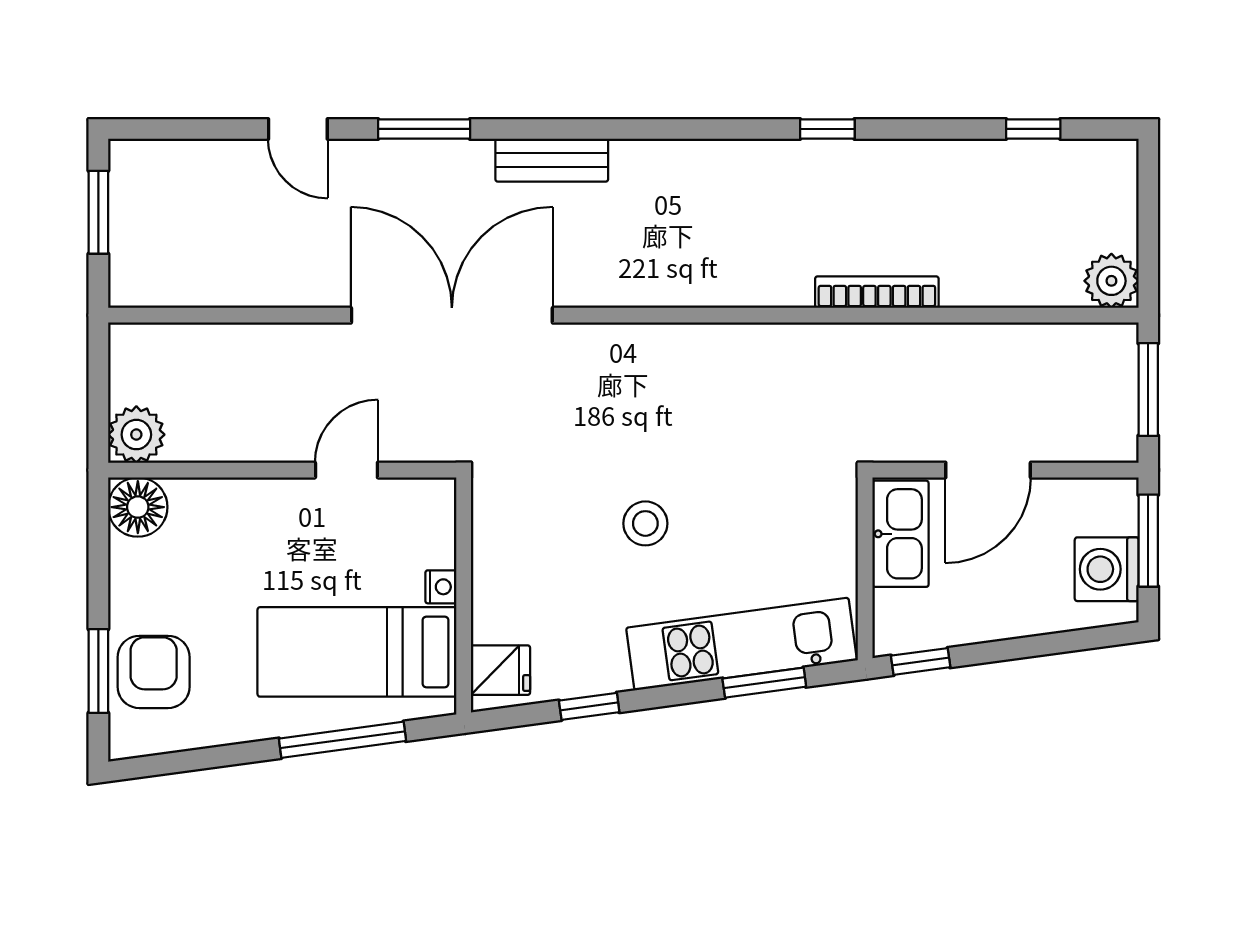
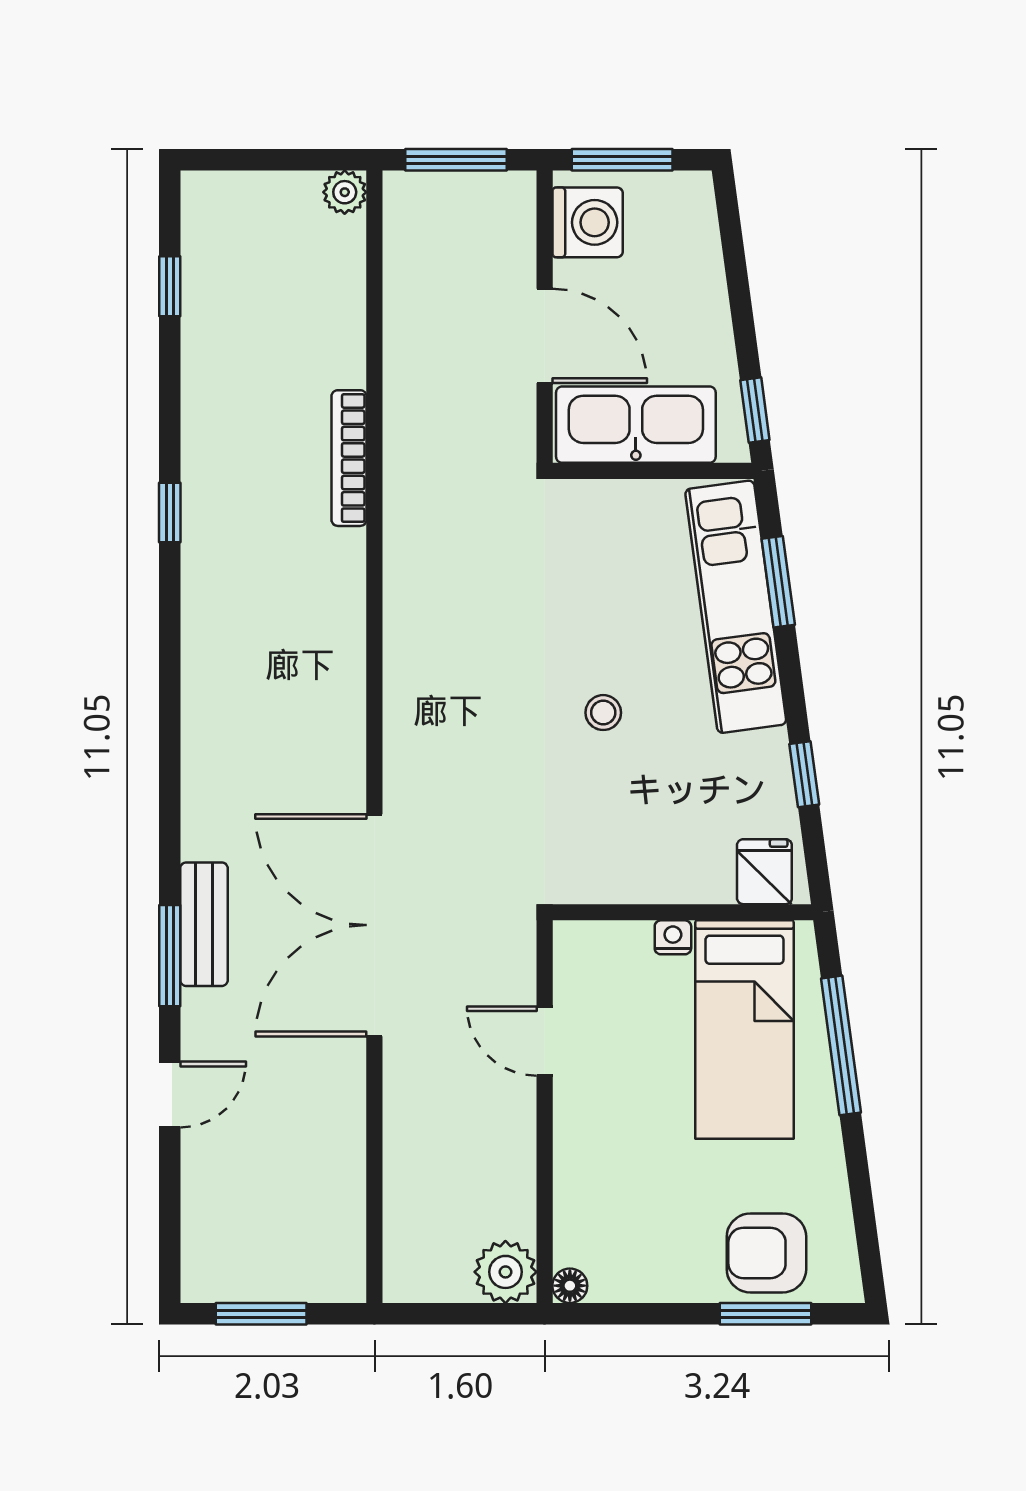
bench: (552, 160) -> (204, 924), moved
plant: (1111, 281) -> (345, 192), width x0.73, depth x0.73
floor lamp: (138, 507) -> (570, 1286), width x0.53, depth x0.53
stool: (645, 523) -> (603, 713), width x0.73, depth x0.73
kitchen sink: (901, 534) -> (636, 425), width x1.36, depth x1.24
washing machine: (1107, 569) -> (588, 222), moved, turned -90

